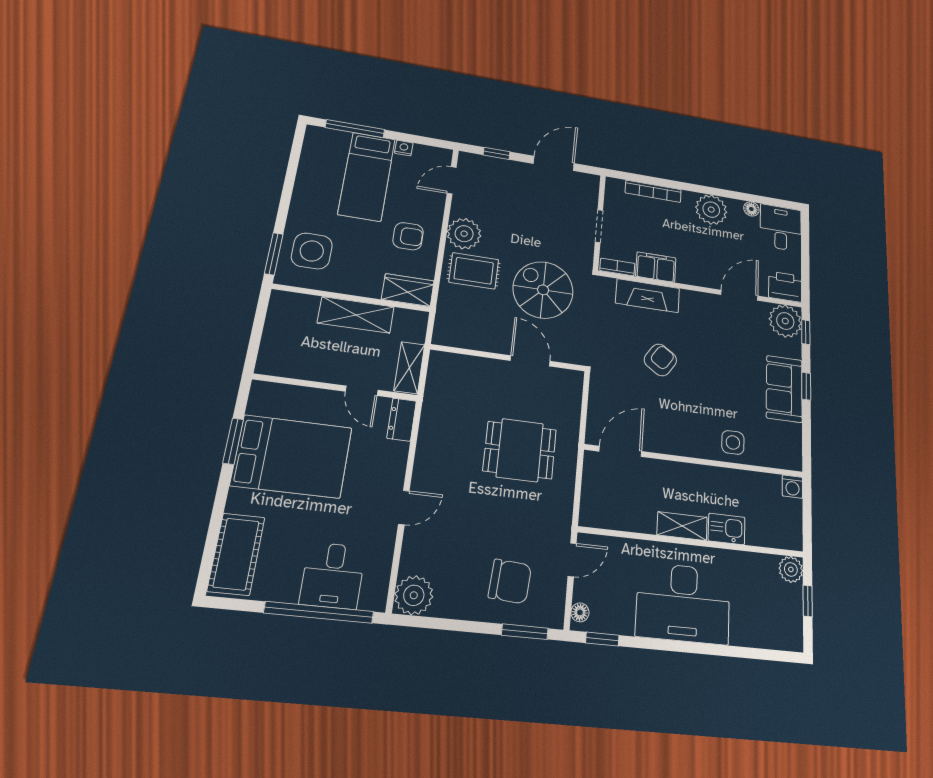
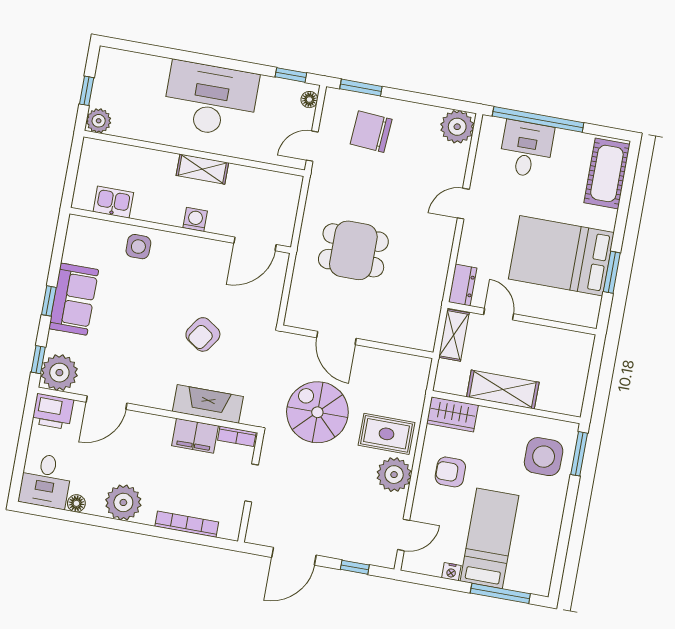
spiral stairs: (543, 290) -> (317, 412), turned 180
washing machine: (792, 487) -> (195, 219), moved
kitchen sink: (727, 529) -> (113, 202), moved, turned 180

